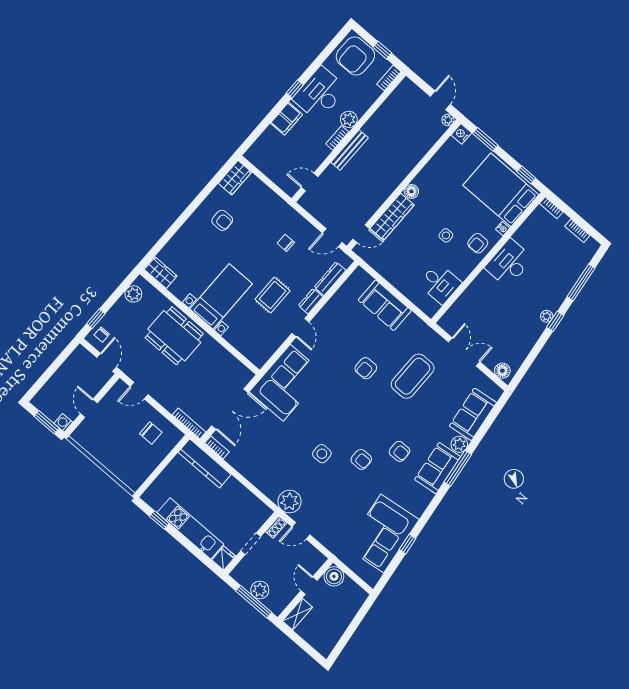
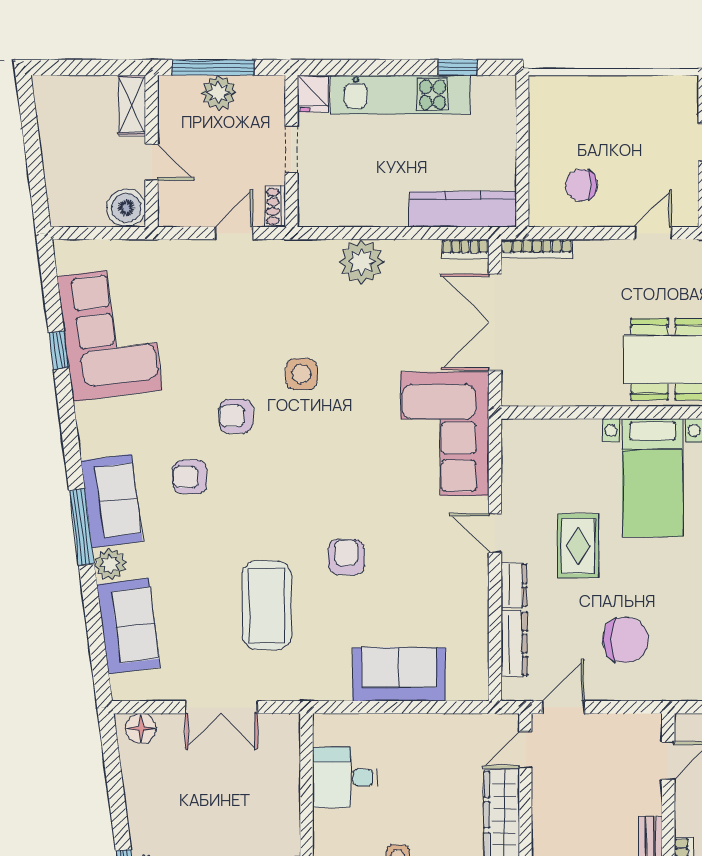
chair: (286, 243) -> (625, 640), width x1.87, depth x1.87
plant: (289, 502) -> (362, 262), moved

